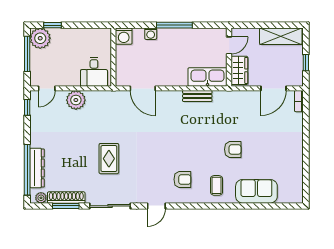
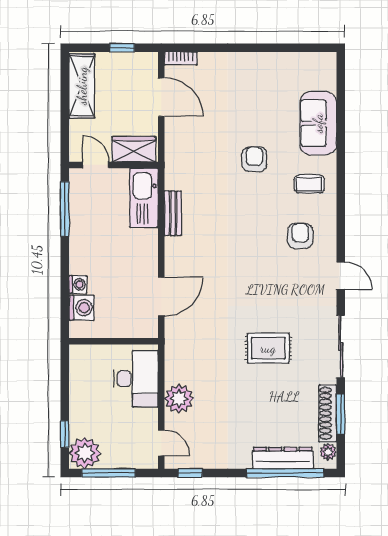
window: (174, 25) -> (65, 209), moved
washing machine: (124, 36) -> (82, 308), moved
desk: (94, 72) -> (136, 379), width x1.37

